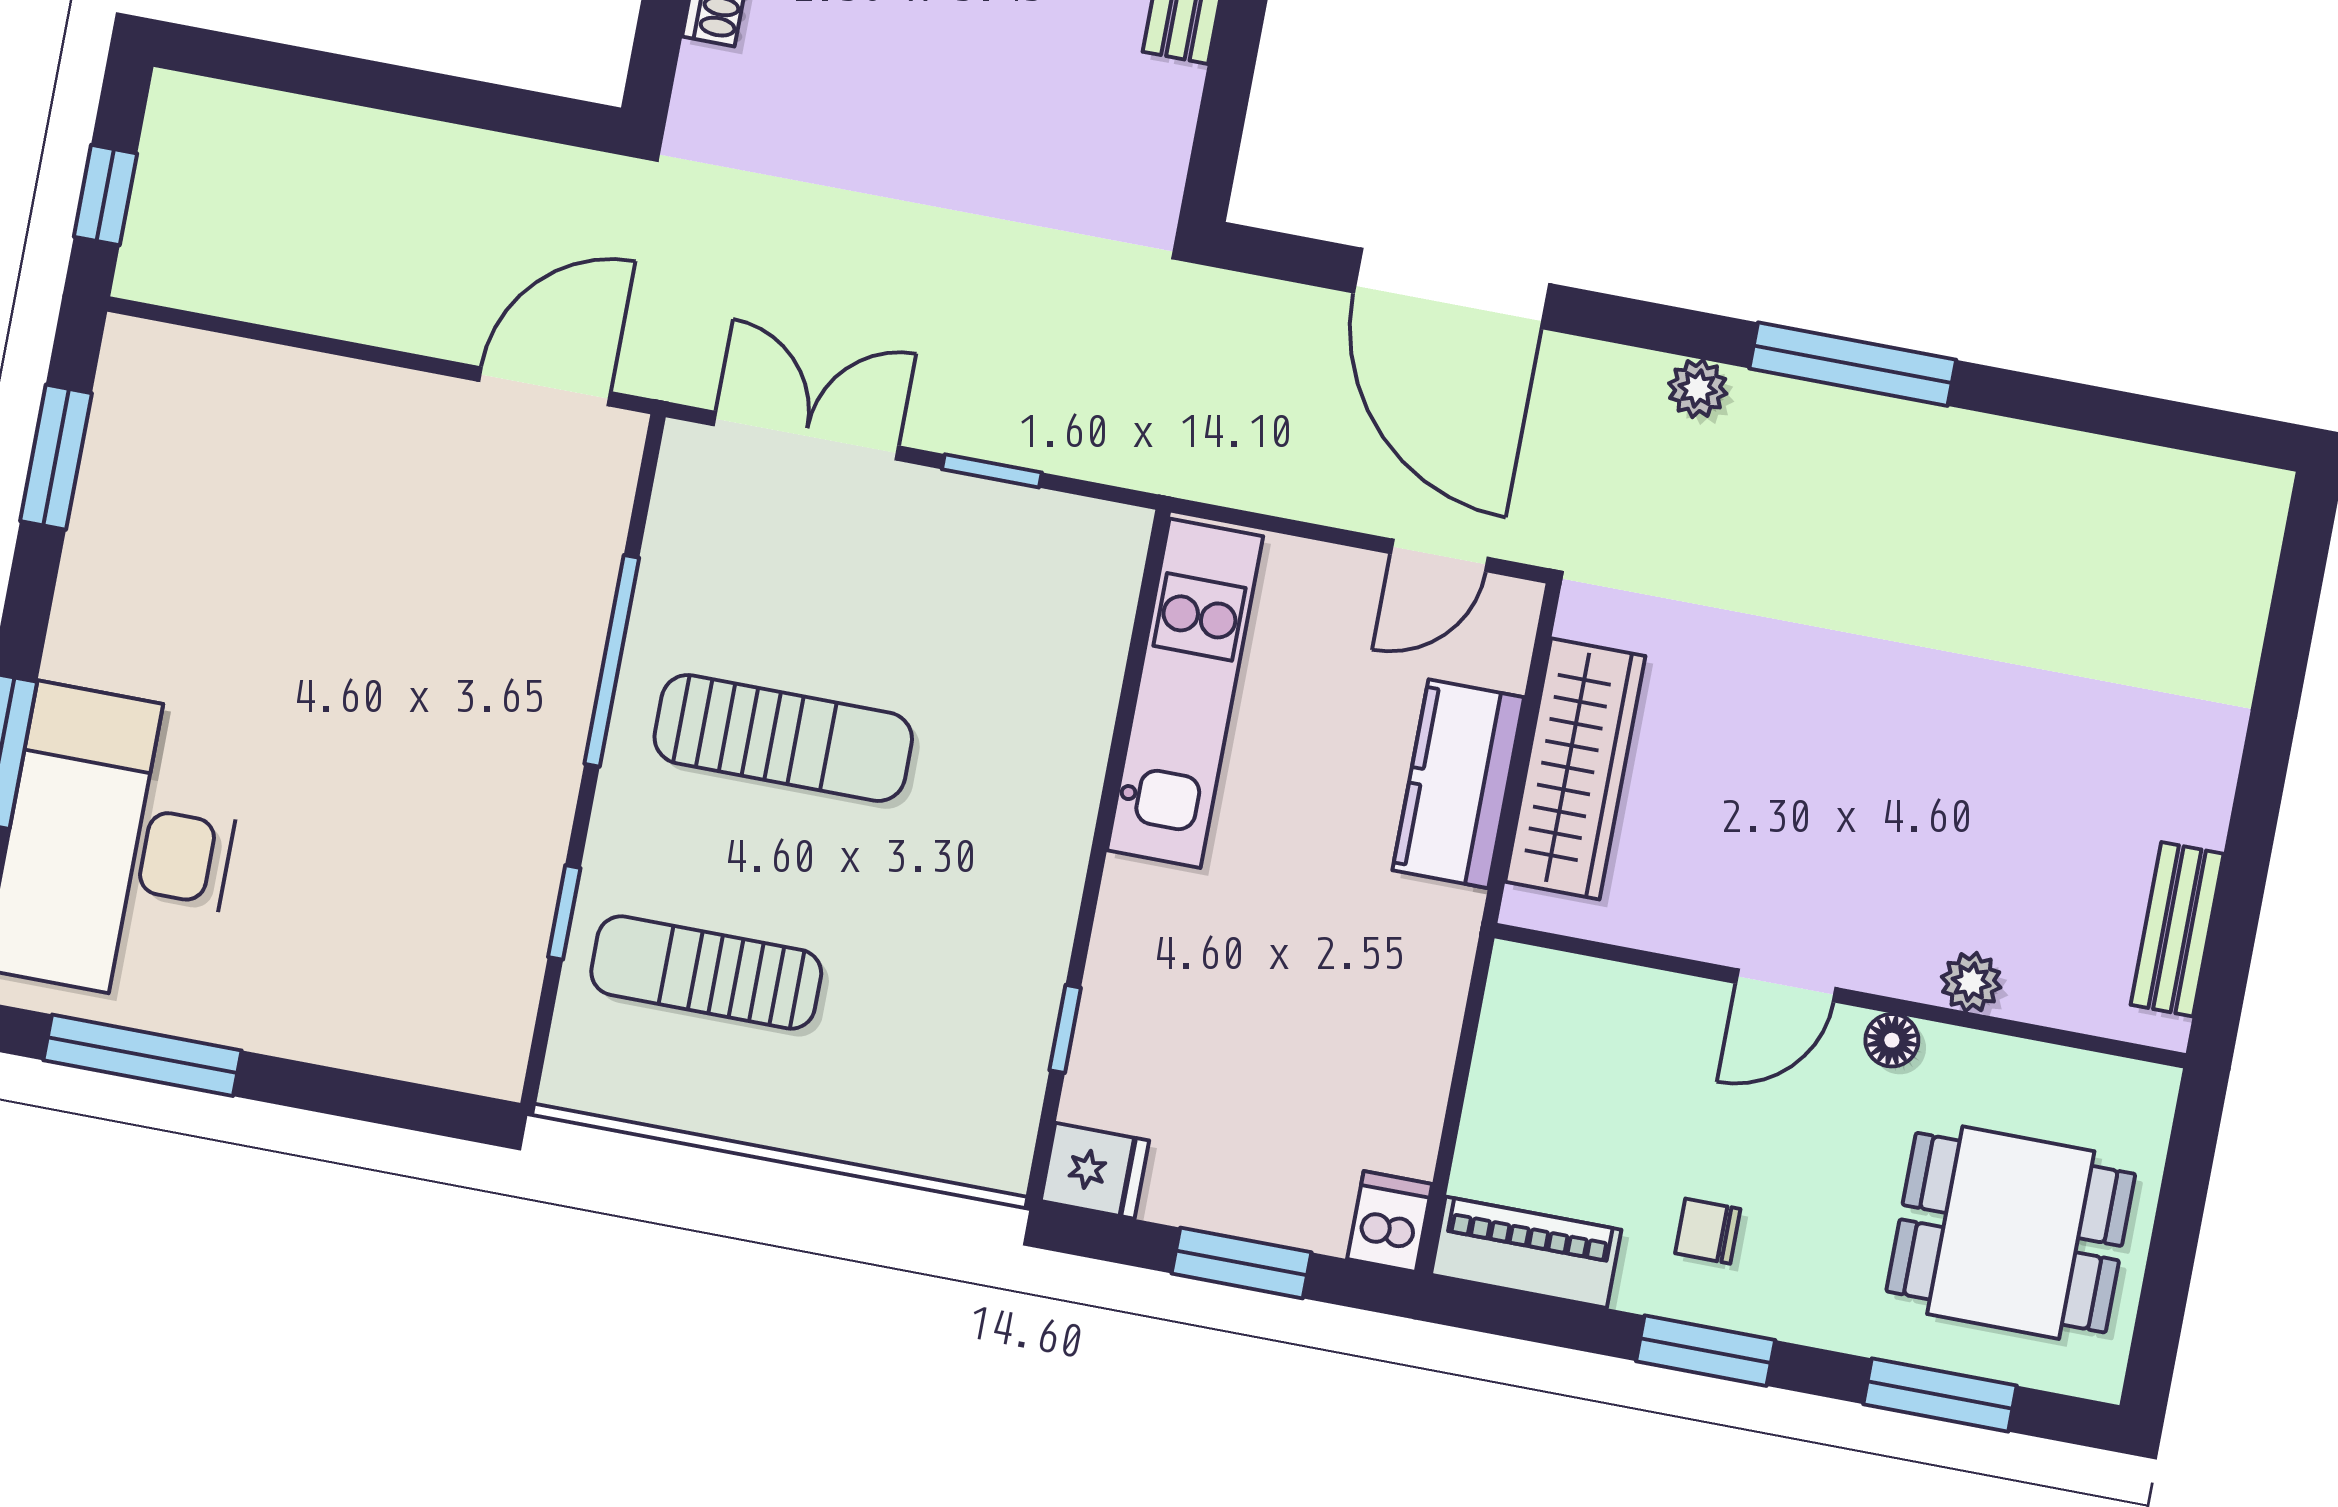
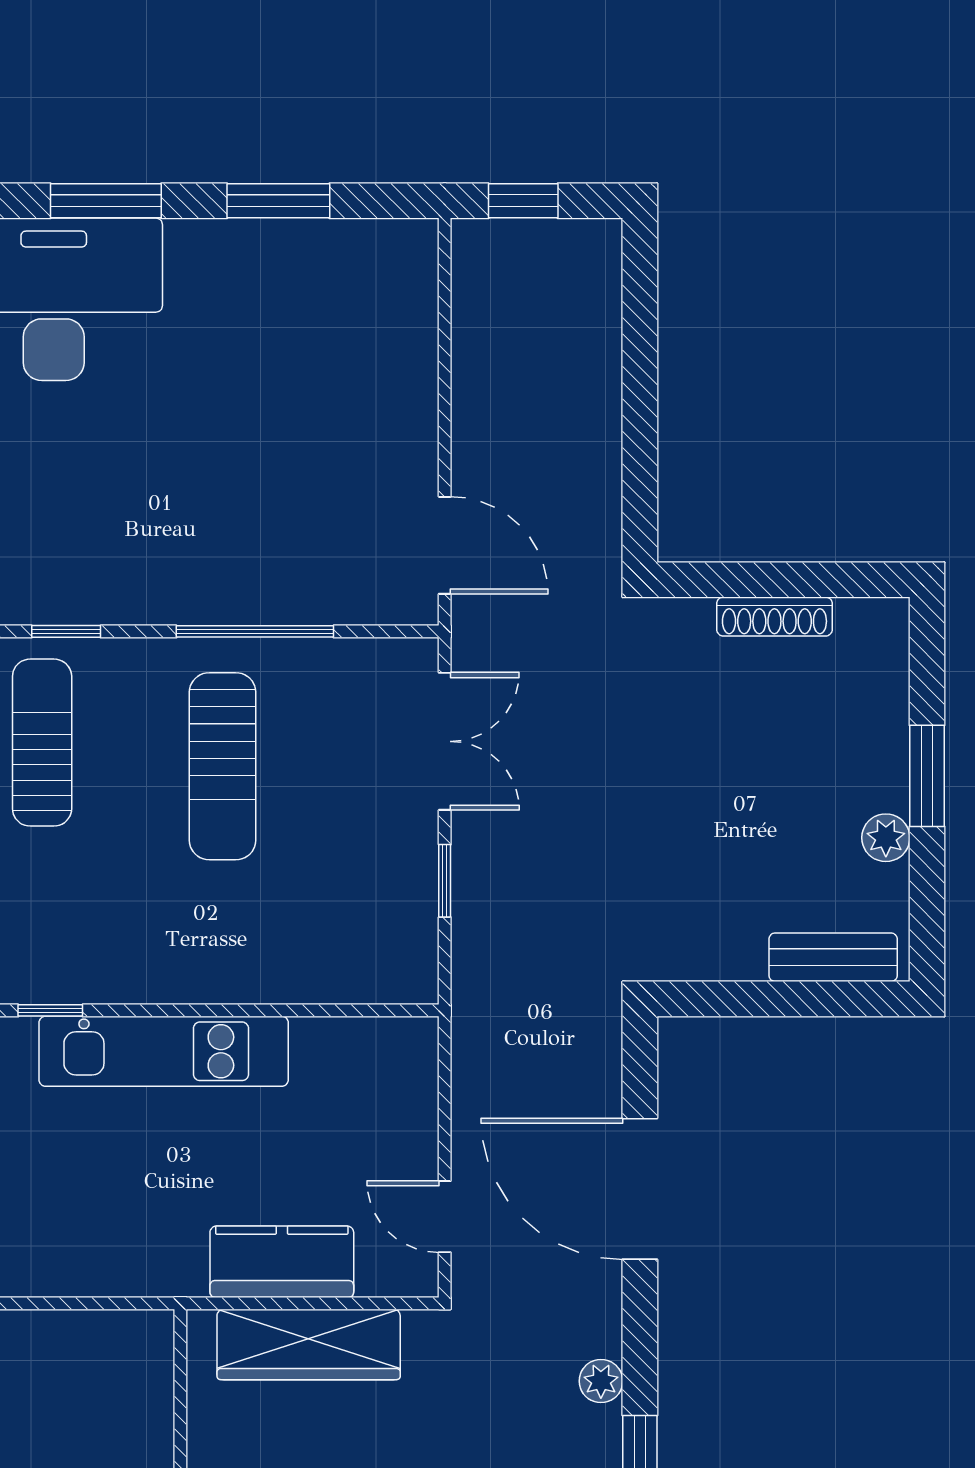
door: (1451, 288) -> (640, 1189), hinge flipped
window: (56, 457) -> (278, 201), moved
kitchen unit: (1185, 693) -> (164, 1051), moved

